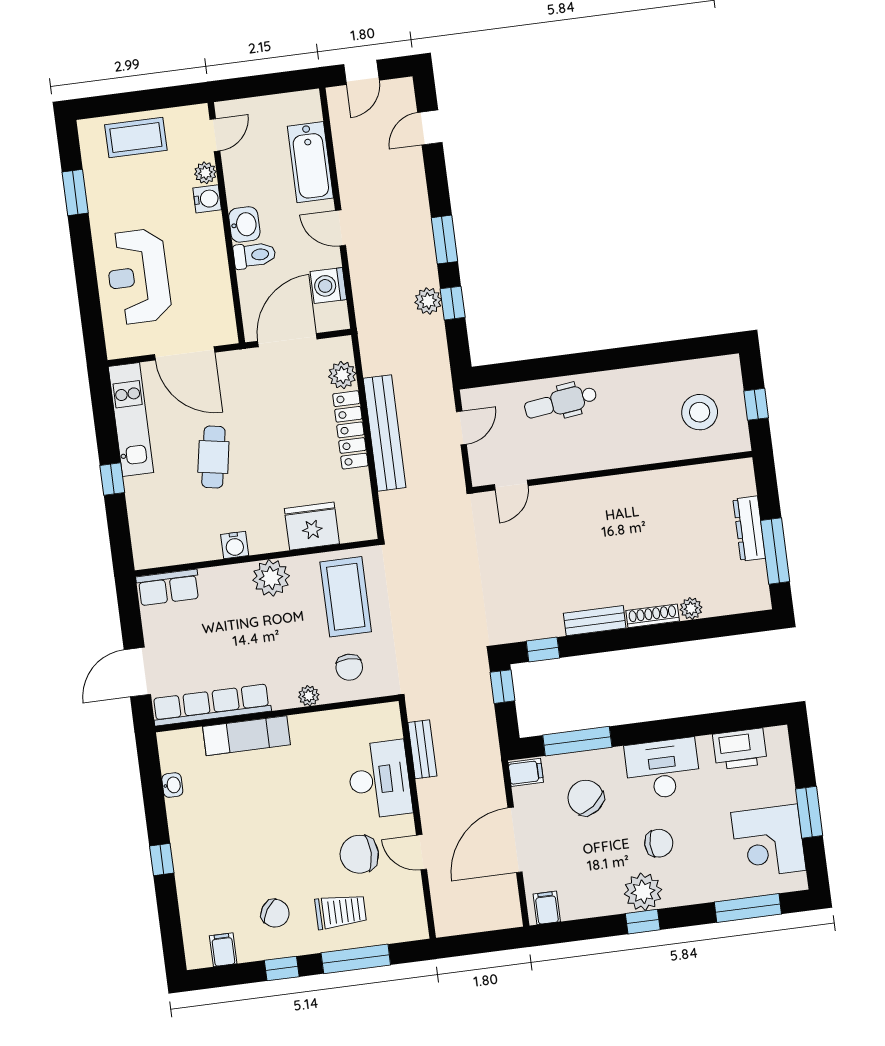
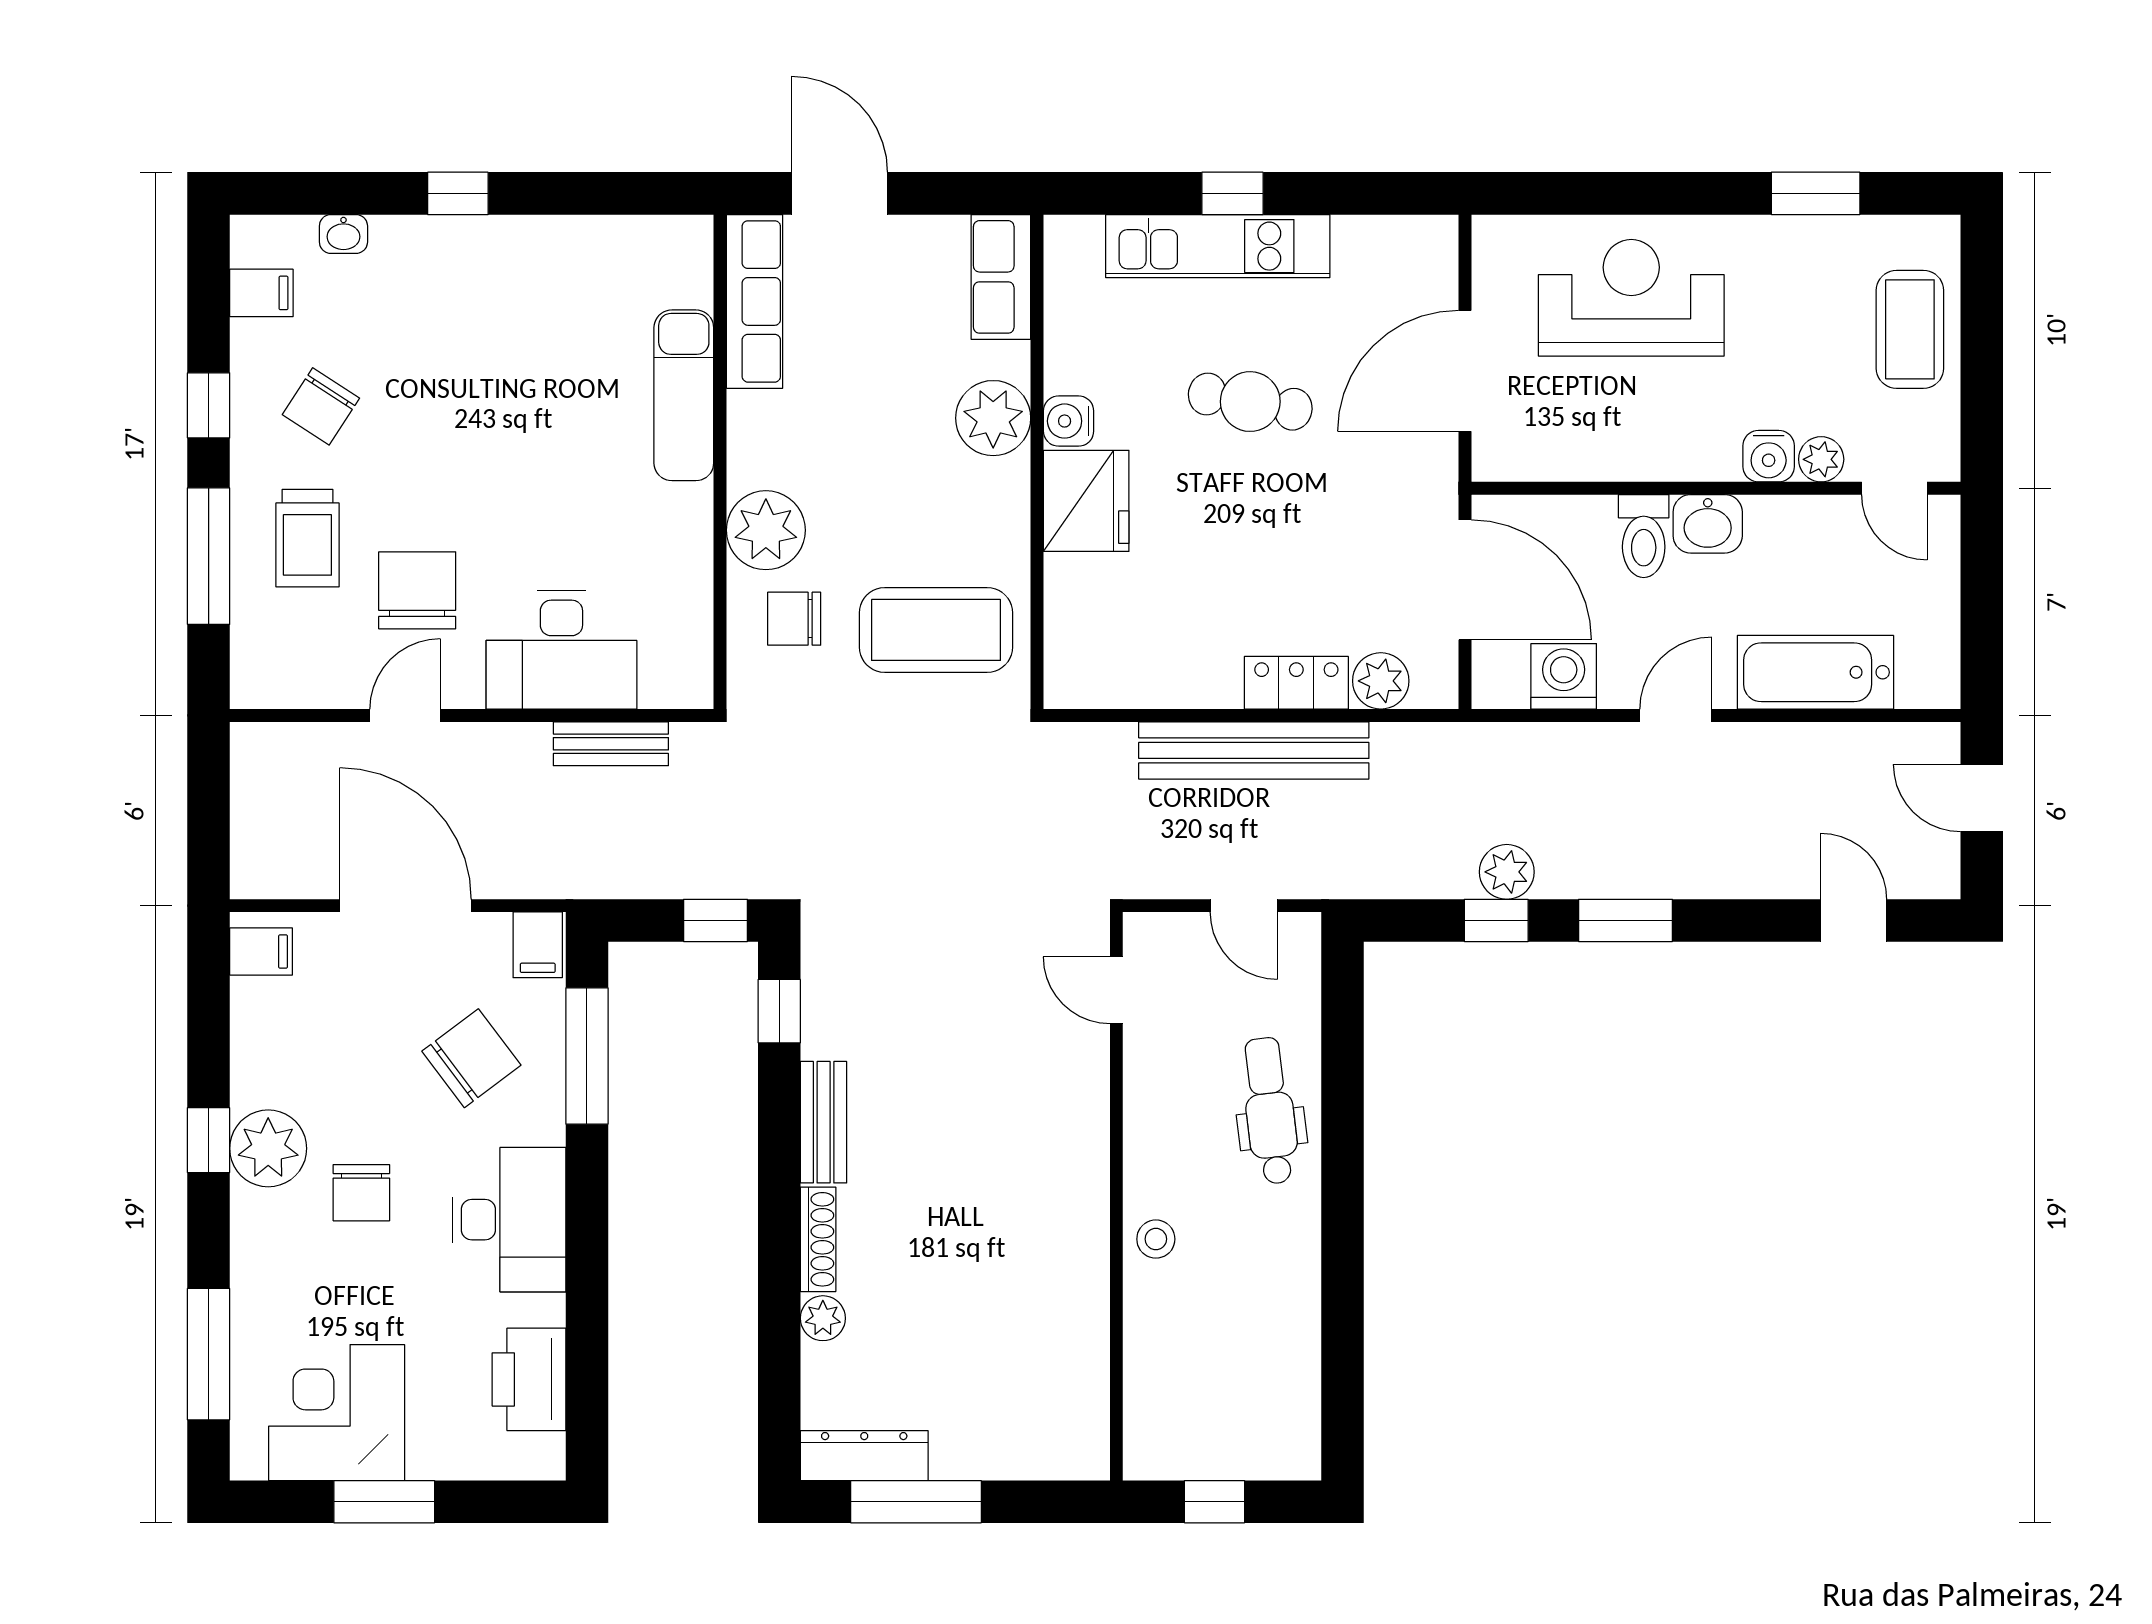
stool: (700, 412) -> (1156, 1239), moved, width x0.53, depth x0.53
kitchen unit: (131, 420) -> (1218, 246), moved
locker: (350, 430) -> (1296, 683), width x0.66
fridge: (312, 526) -> (1086, 501), moved
dresser: (749, 529) -> (864, 1456), moved
plant: (271, 578) -> (993, 418), moved
plant: (309, 696) -> (766, 530), width x1.88, depth x1.88
row of seats: (211, 705) -> (755, 301), width x0.73
washbasin: (172, 785) -> (343, 234), moved

